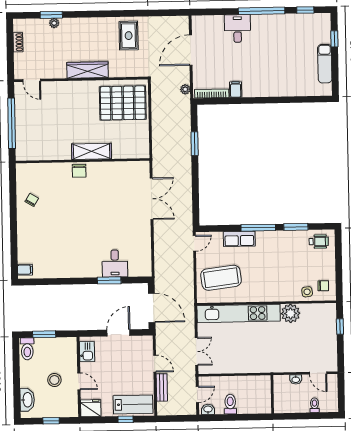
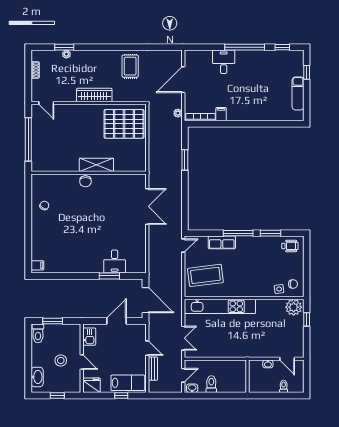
plant: (291, 313) -> (294, 307), moved

